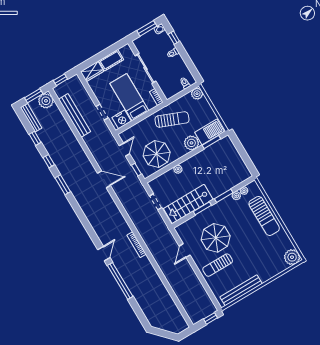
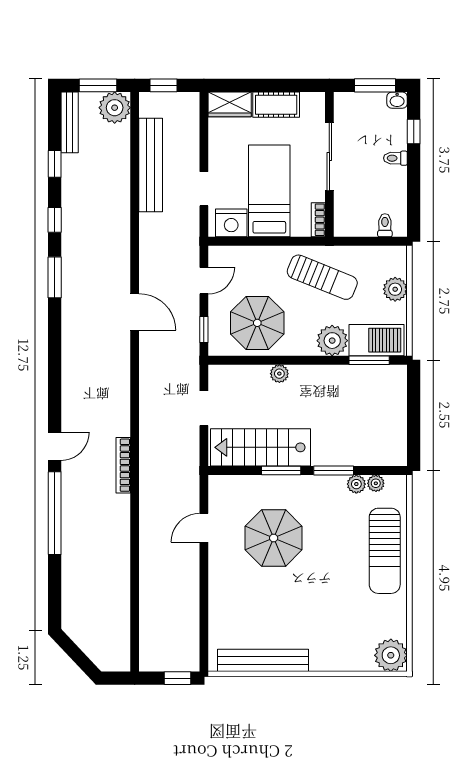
plant: (197, 94) -> (395, 289), moved
sun lounger: (218, 265) -> (248, 589), removed

